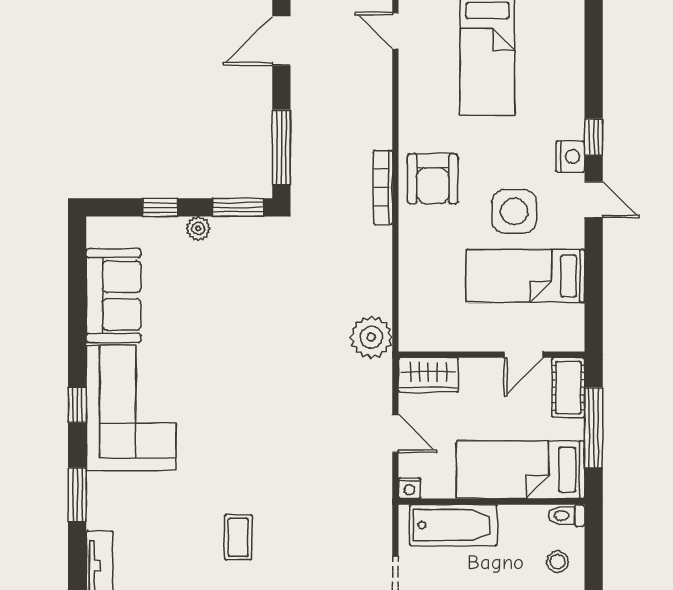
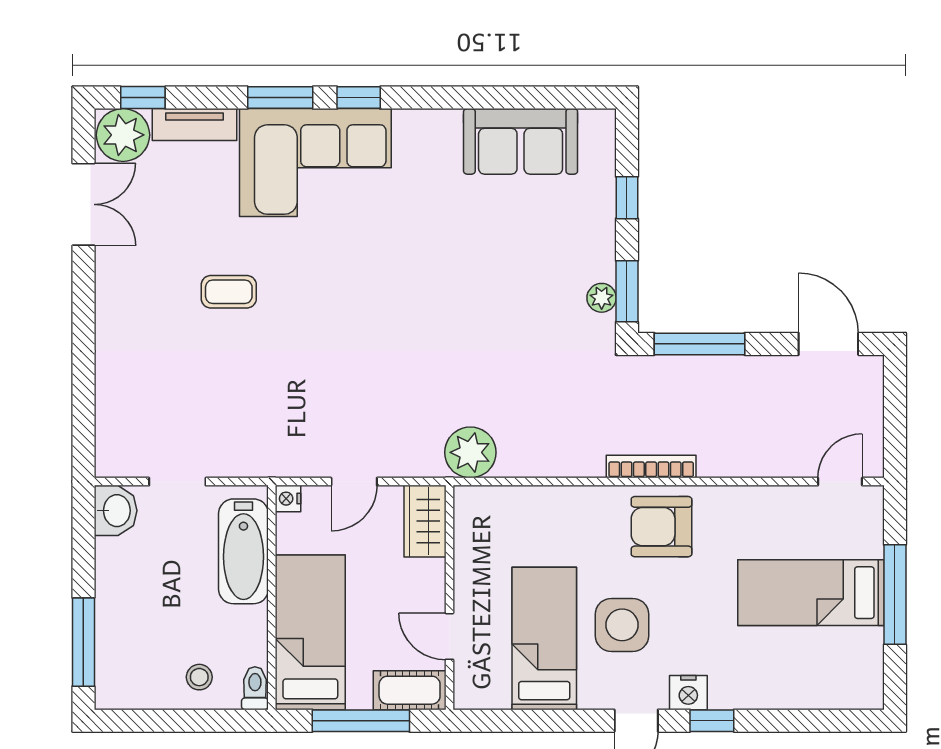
plant: (198, 228) -> (602, 298), moved
window: (77, 405) -> (359, 98), moved
corner sofa: (131, 408) -> (315, 163), moved

